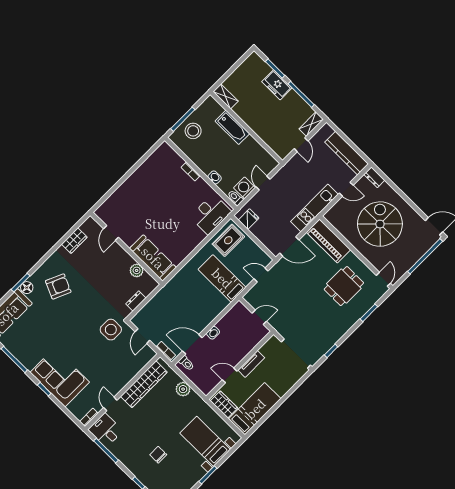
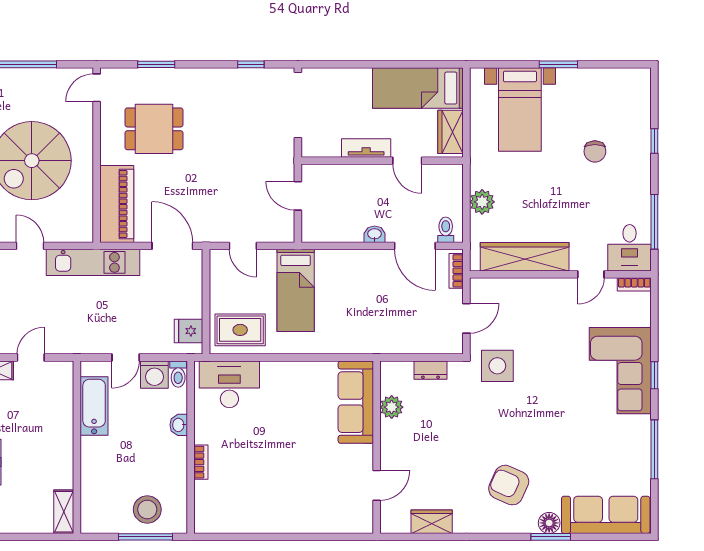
bathtub: (232, 127) -> (94, 406), moved

